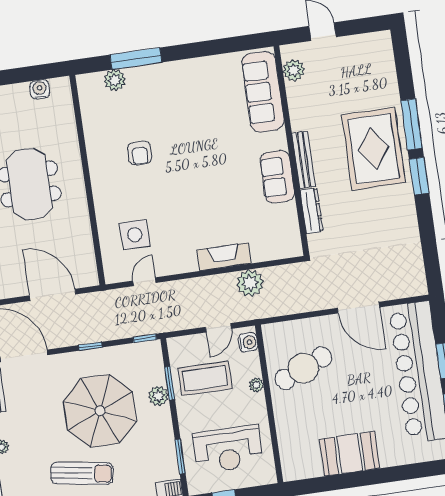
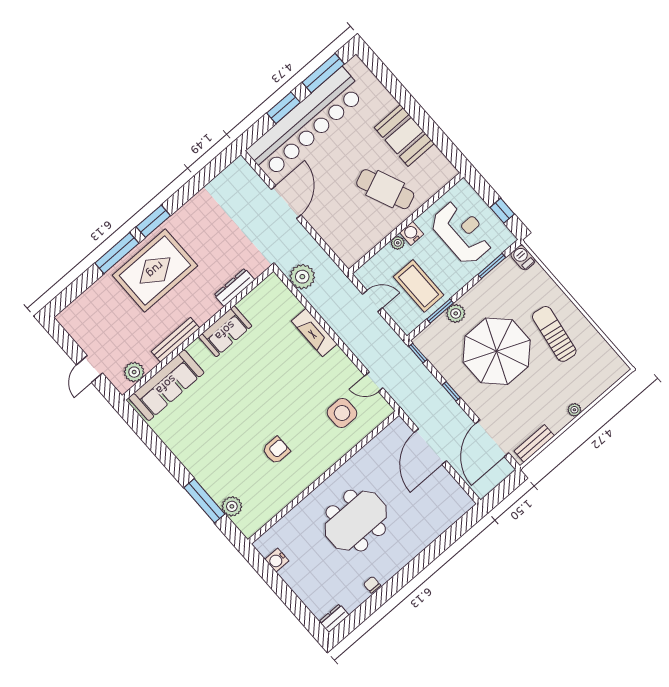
bench: (303, 160) -> (175, 340), moved
plant: (250, 283) -> (302, 277), moved
water cooler: (248, 342) -> (412, 233), moved
cafe table: (303, 368) -> (385, 189), moved

